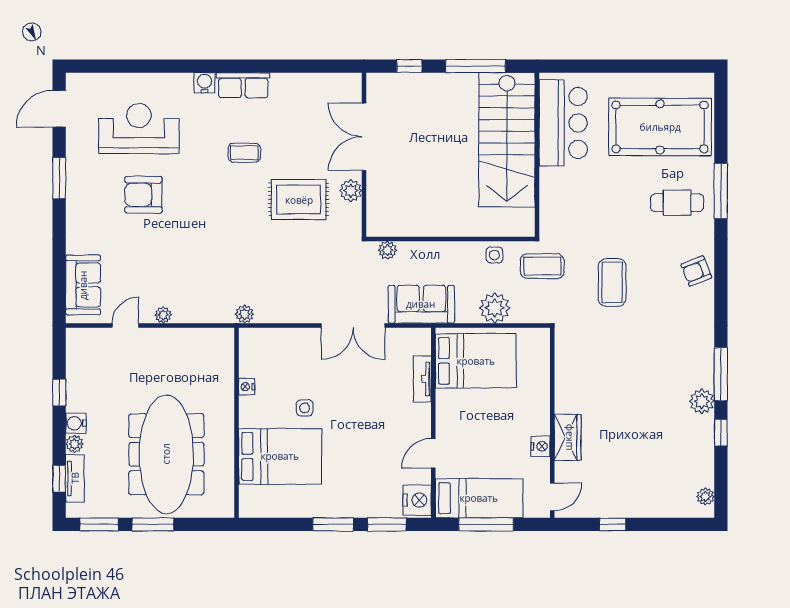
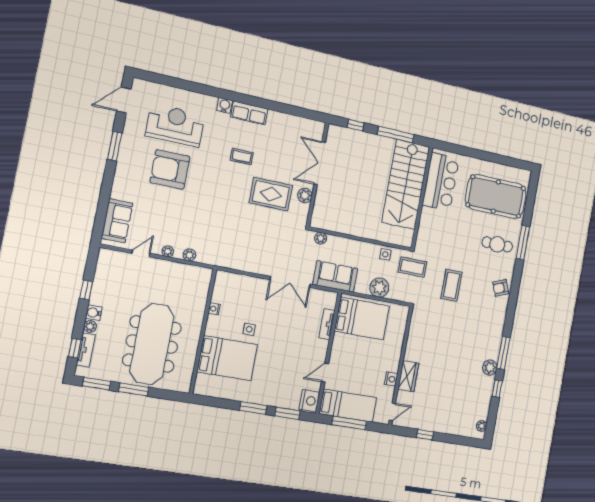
armchair: (143, 195) -> (170, 169), width x1.36, depth x1.36
plant: (244, 314) -> (189, 255), moved

